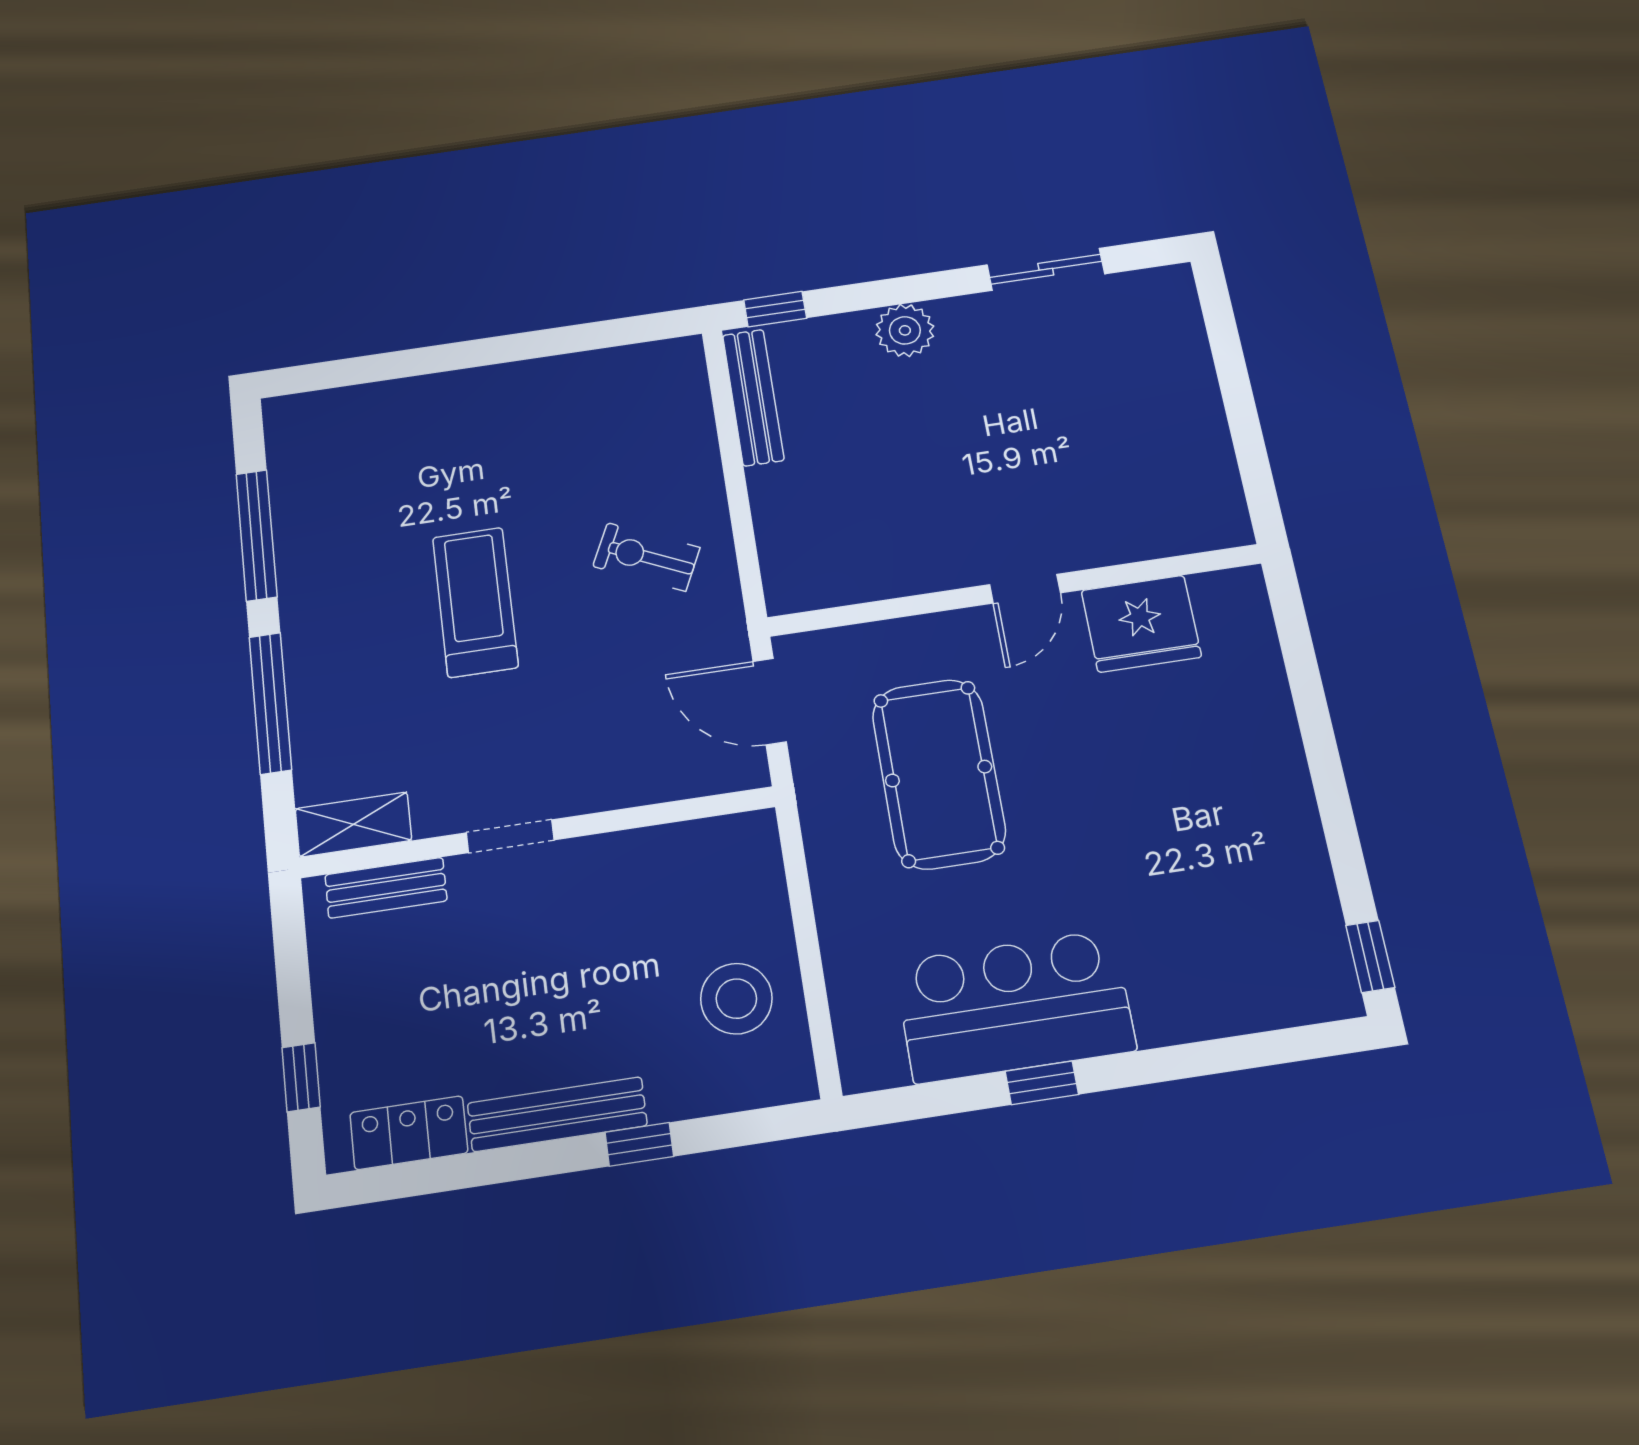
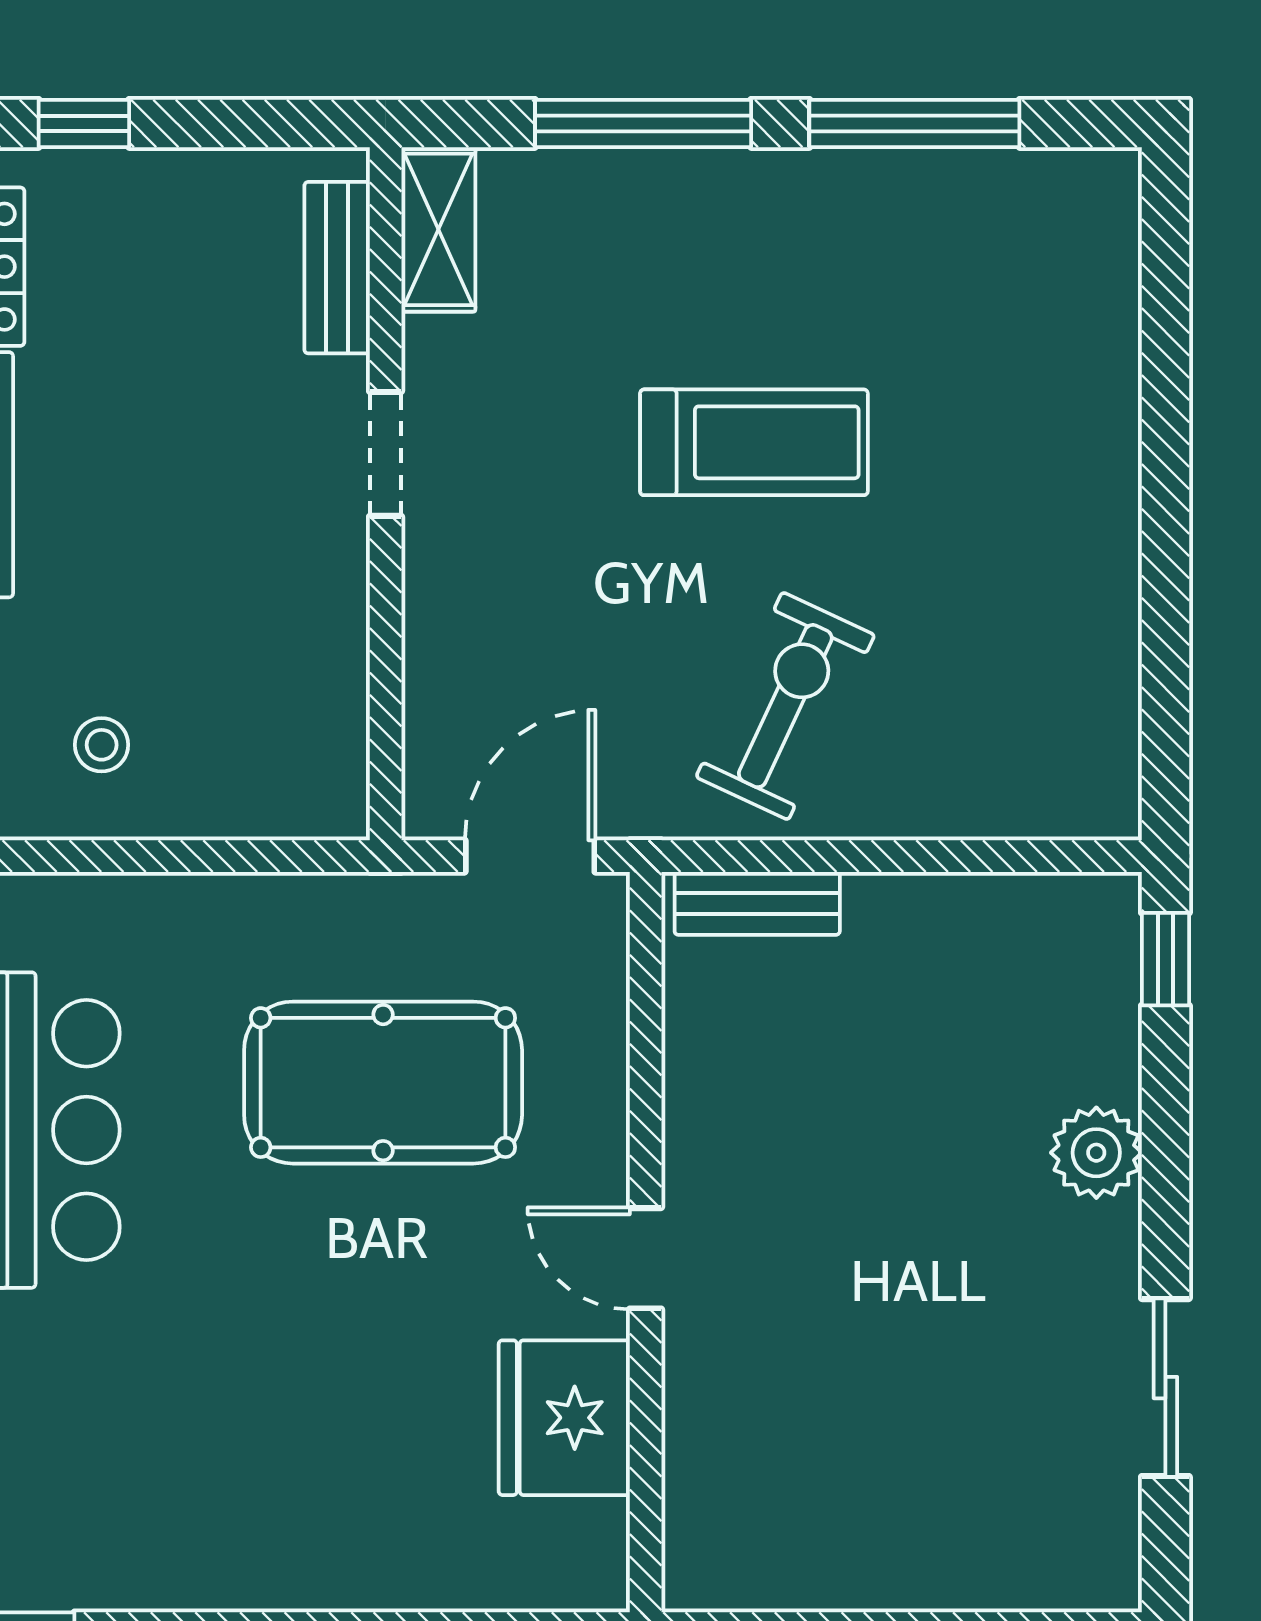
bench: (753, 397) -> (757, 903), moved, width x0.73
exercise bike: (646, 557) -> (785, 706), width x1.38, depth x1.39
stool: (736, 999) -> (102, 745), width x0.53, depth x0.53

